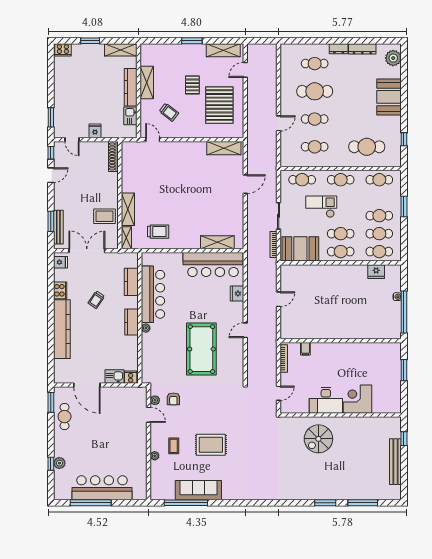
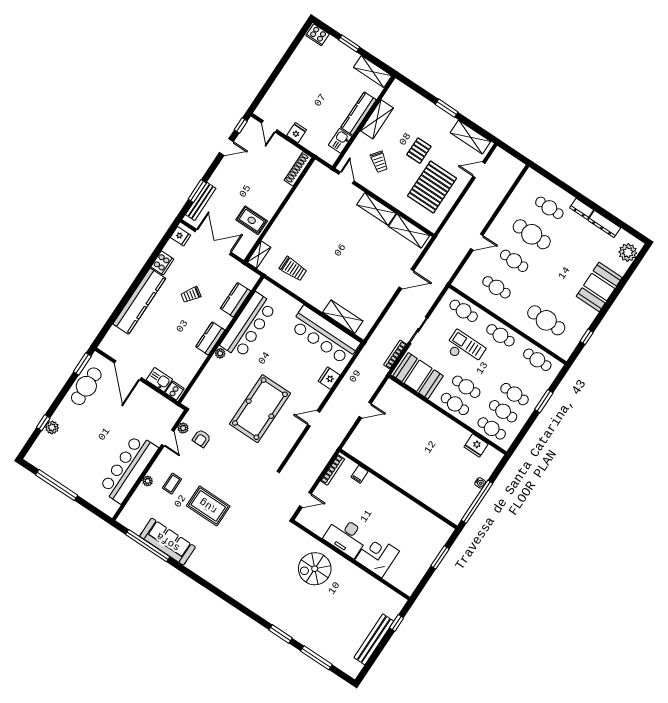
window: (51, 117) -> (263, 92), removed
shelving: (128, 209) -> (376, 209), moved, turned 90
cafe table: (65, 417) -> (86, 386), width x1.37, depth x1.35
bar counter: (102, 488) -> (128, 469), moved, turned -90

